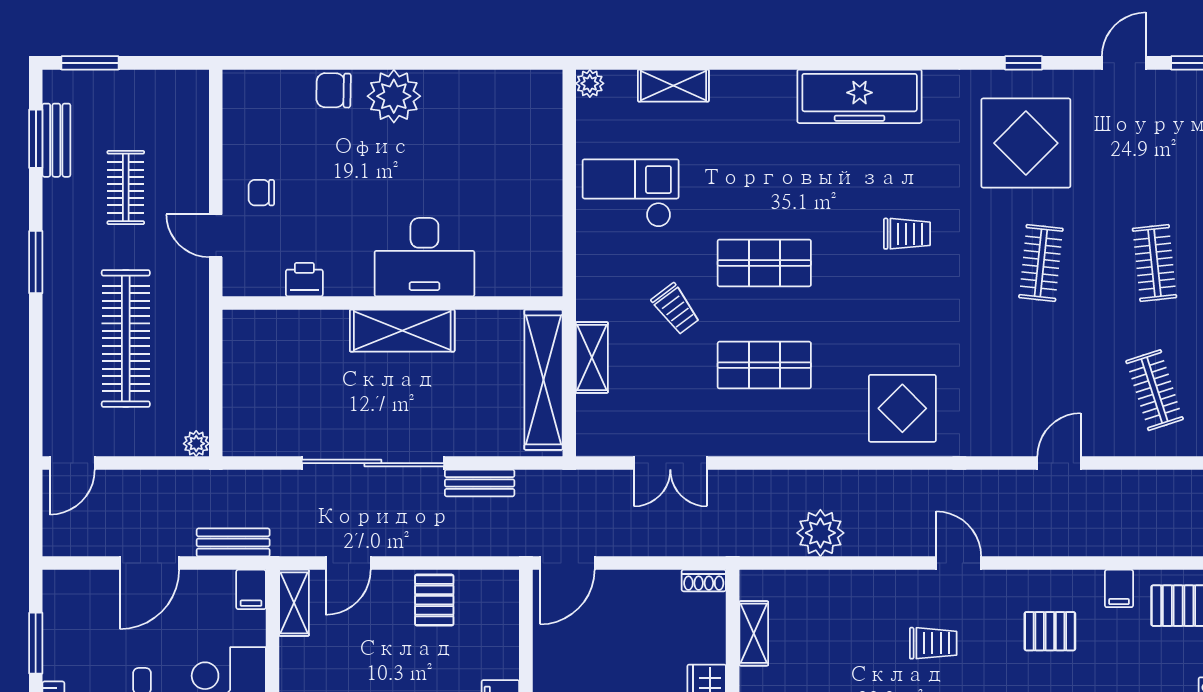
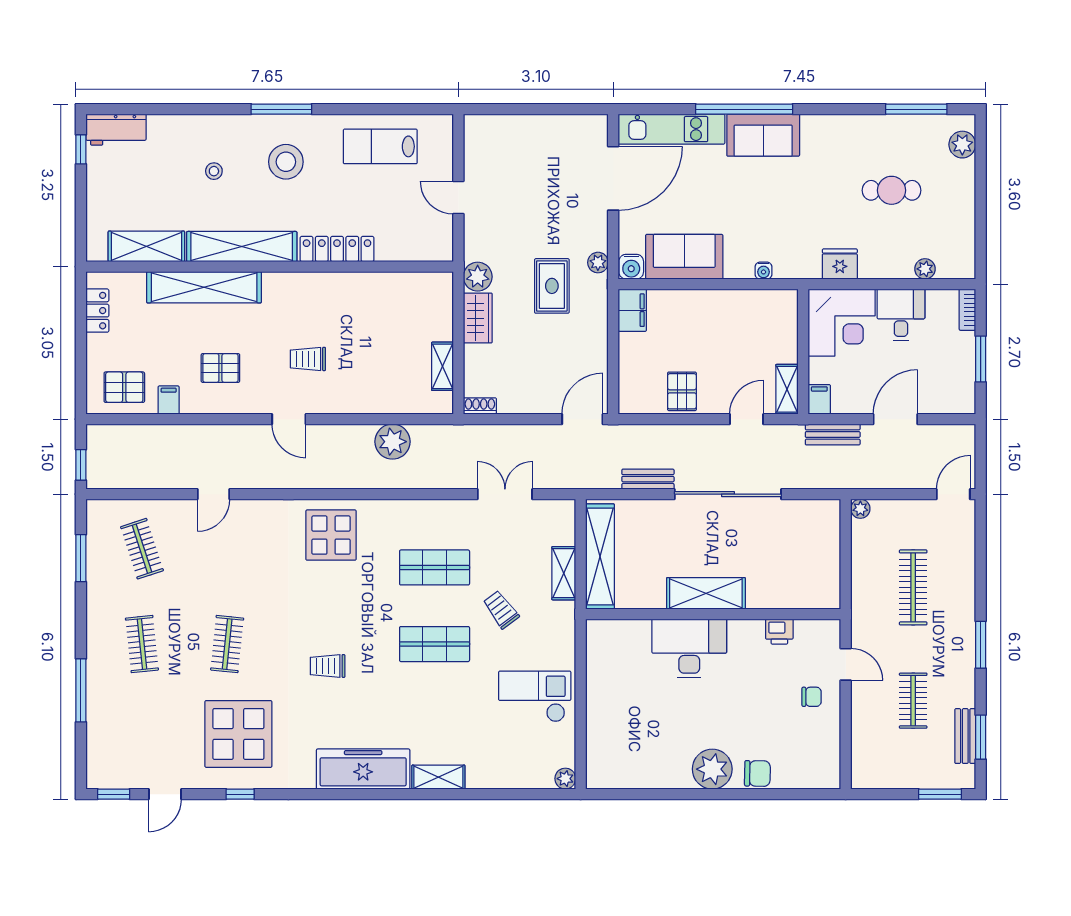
shelving: (673, 86) -> (438, 777), moved
checkout: (631, 193) -> (535, 696), turned 180
clothes rail: (126, 338) -> (913, 587), width x0.73, depth x0.76

